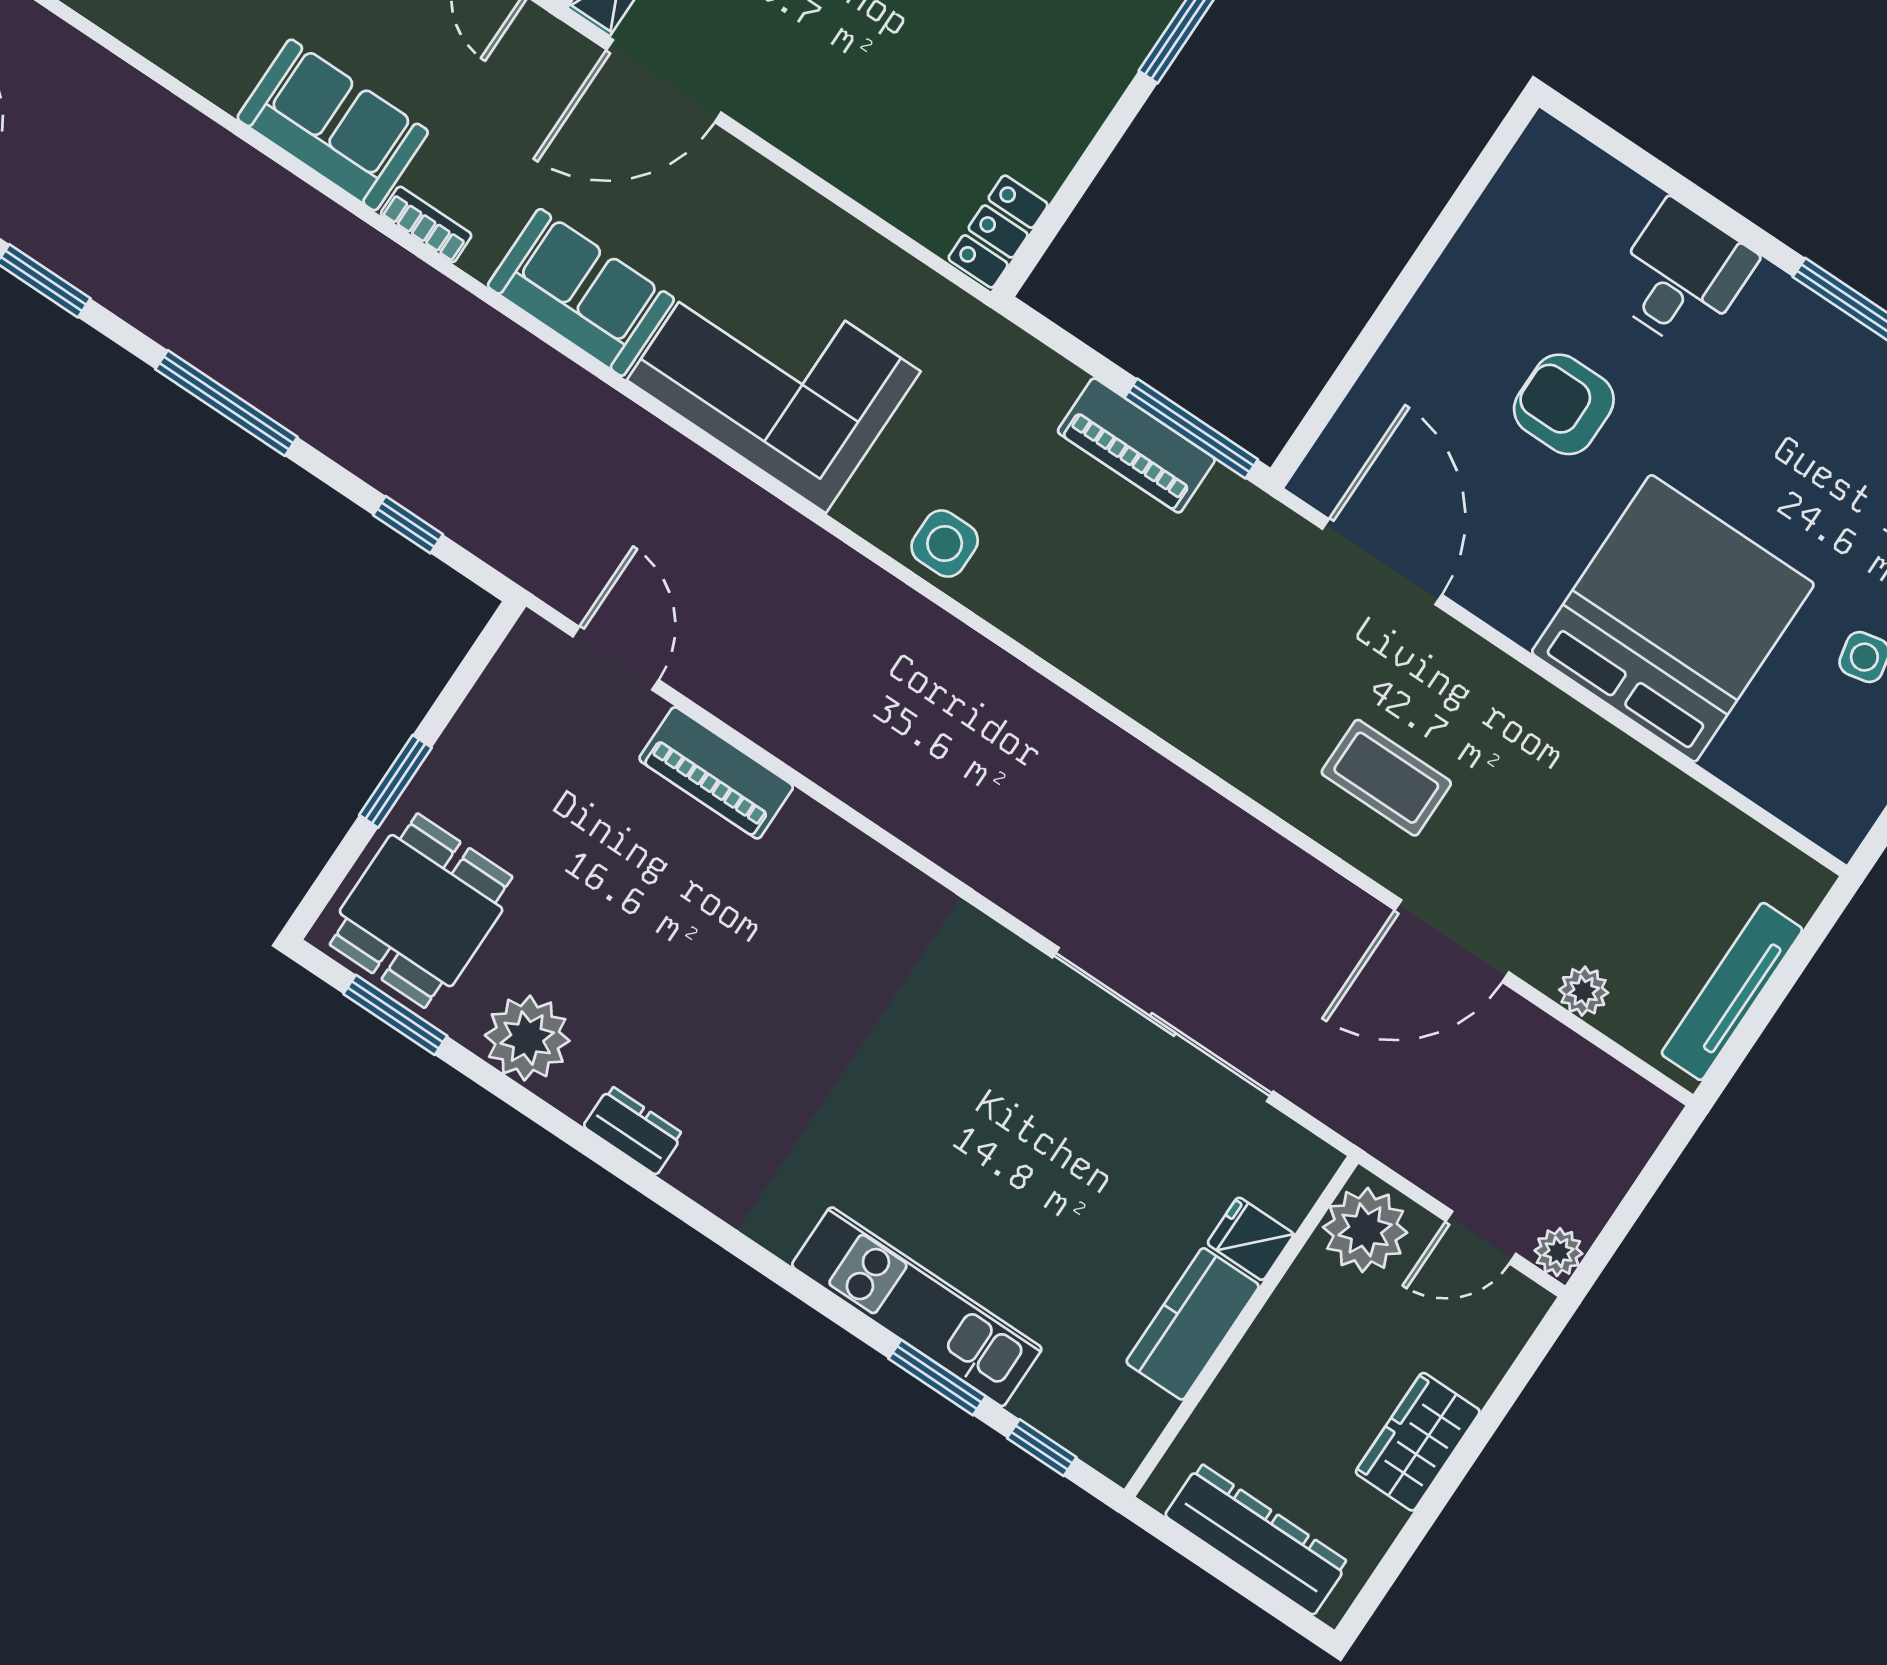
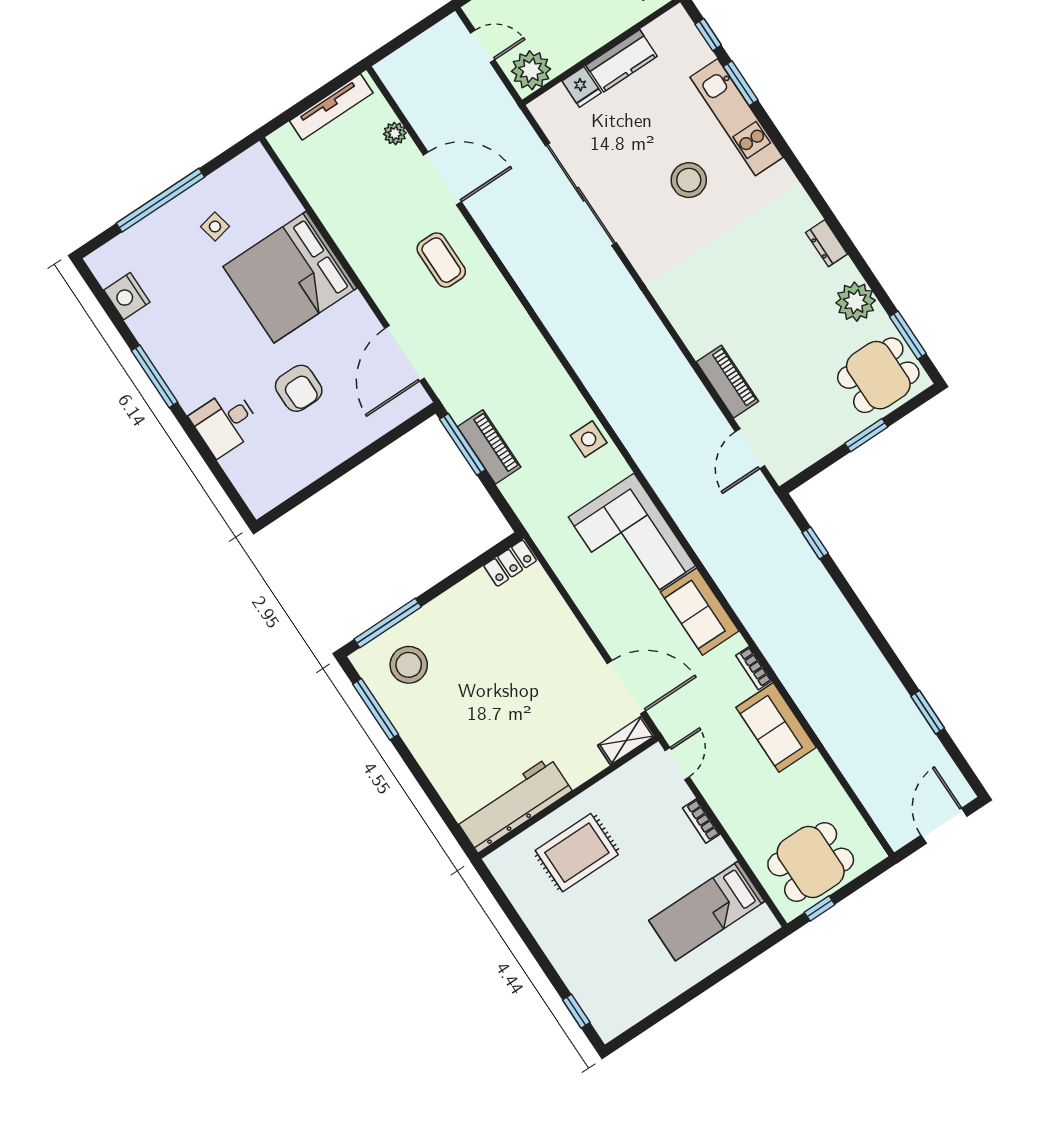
window: (226, 403) -> (871, 627), removed
stool: (960, 1142) -> (689, 180), added
plant: (1558, 1252) -> (452, 26), removed

